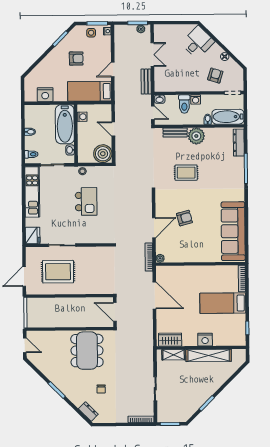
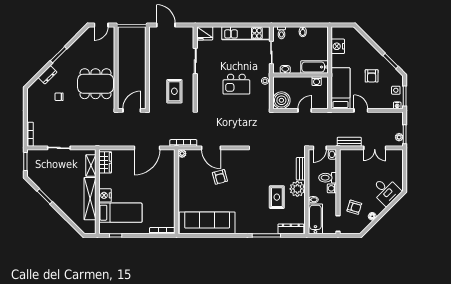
bathtub: (65, 124) -> (314, 67), width x0.73, depth x0.73
rug: (186, 173) -> (277, 197), moved
rug: (58, 272) -> (174, 91), moved, width x0.73, depth x0.70
bed: (223, 303) -> (120, 213), moved, turned 90
dresser: (88, 412) -> (48, 75), moved

